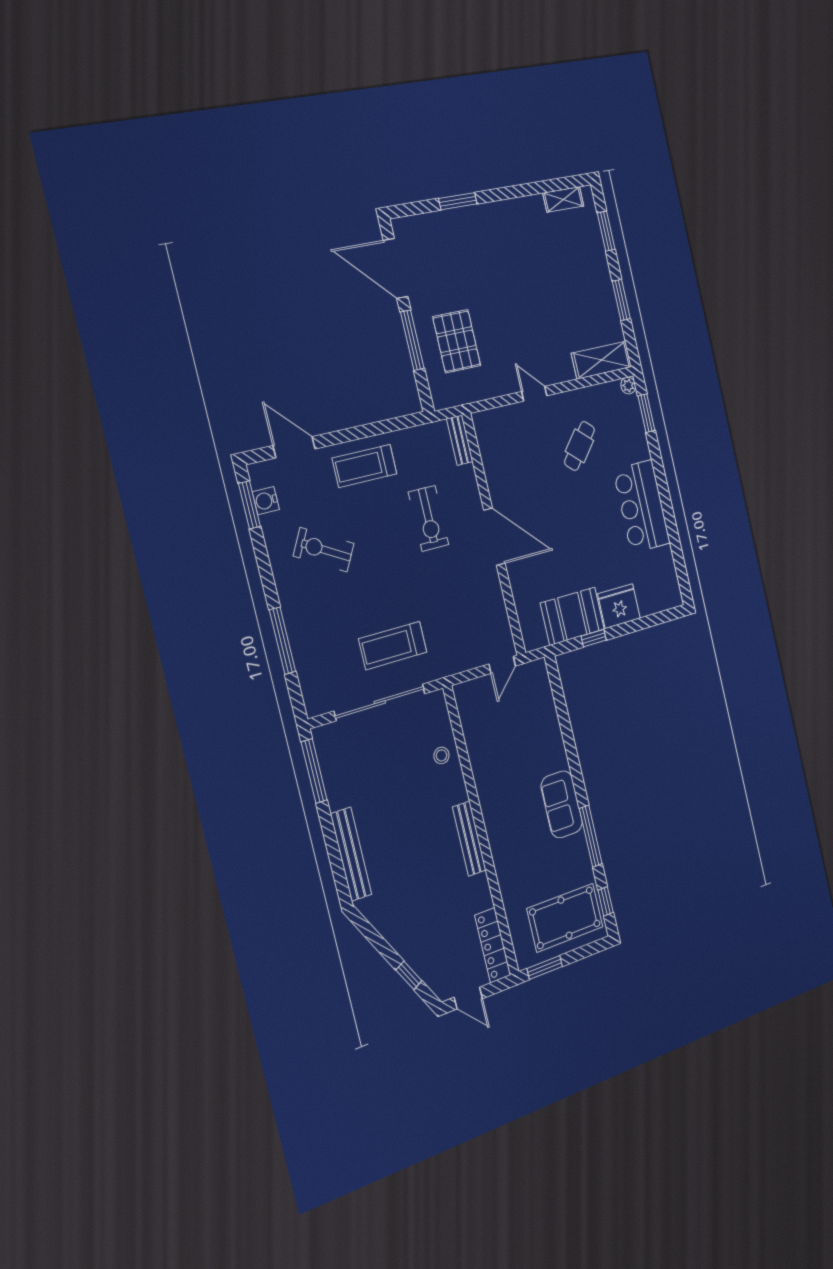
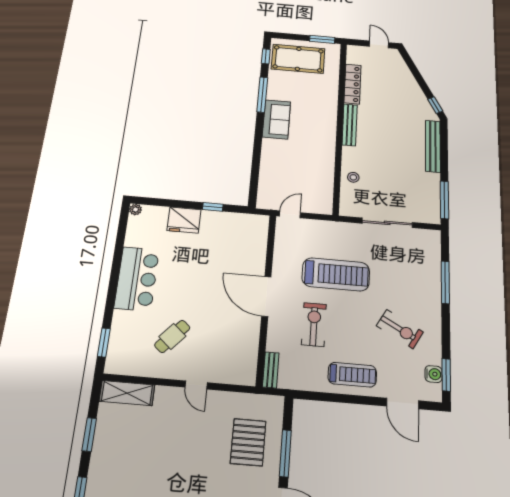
plant: (628, 386) -> (135, 210), moved
booth: (572, 616) -> (224, 226), removed
treadmill: (393, 646) -> (336, 274), moved, width x1.37, depth x1.37
sliding door: (380, 702) -> (387, 223), width x0.73
locker: (493, 945) -> (352, 84), moved
window: (409, 975) -> (435, 105), moved

